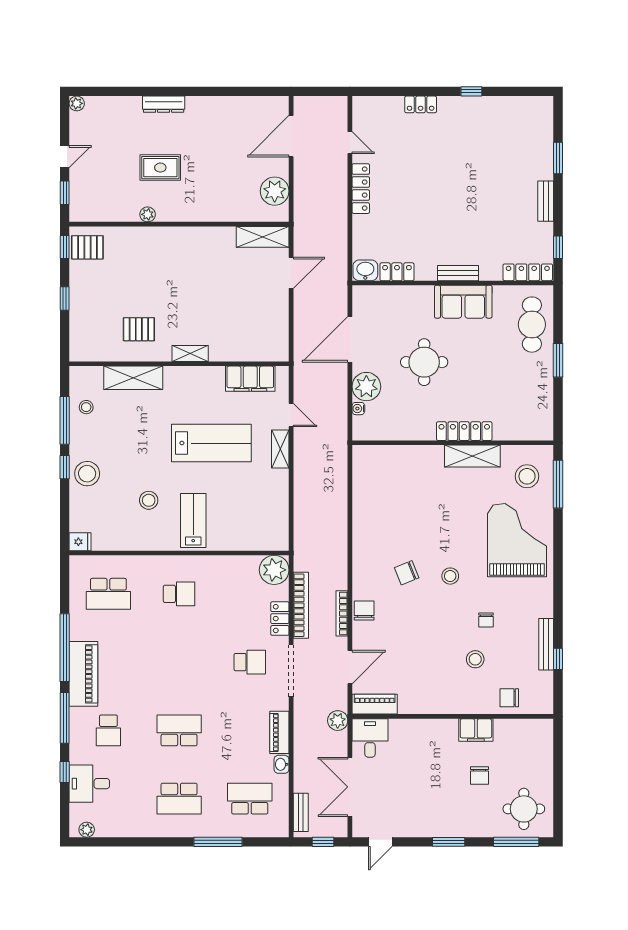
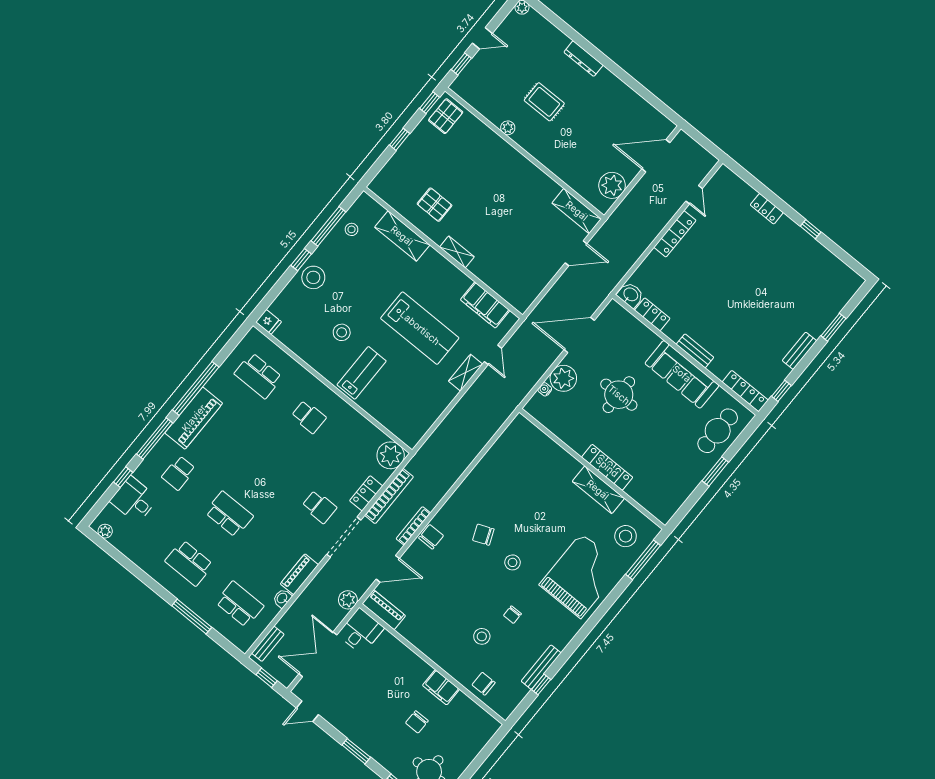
pallet: (87, 247) -> (446, 116), turned 90
sofa: (463, 302) -> (682, 374), width x1.36

